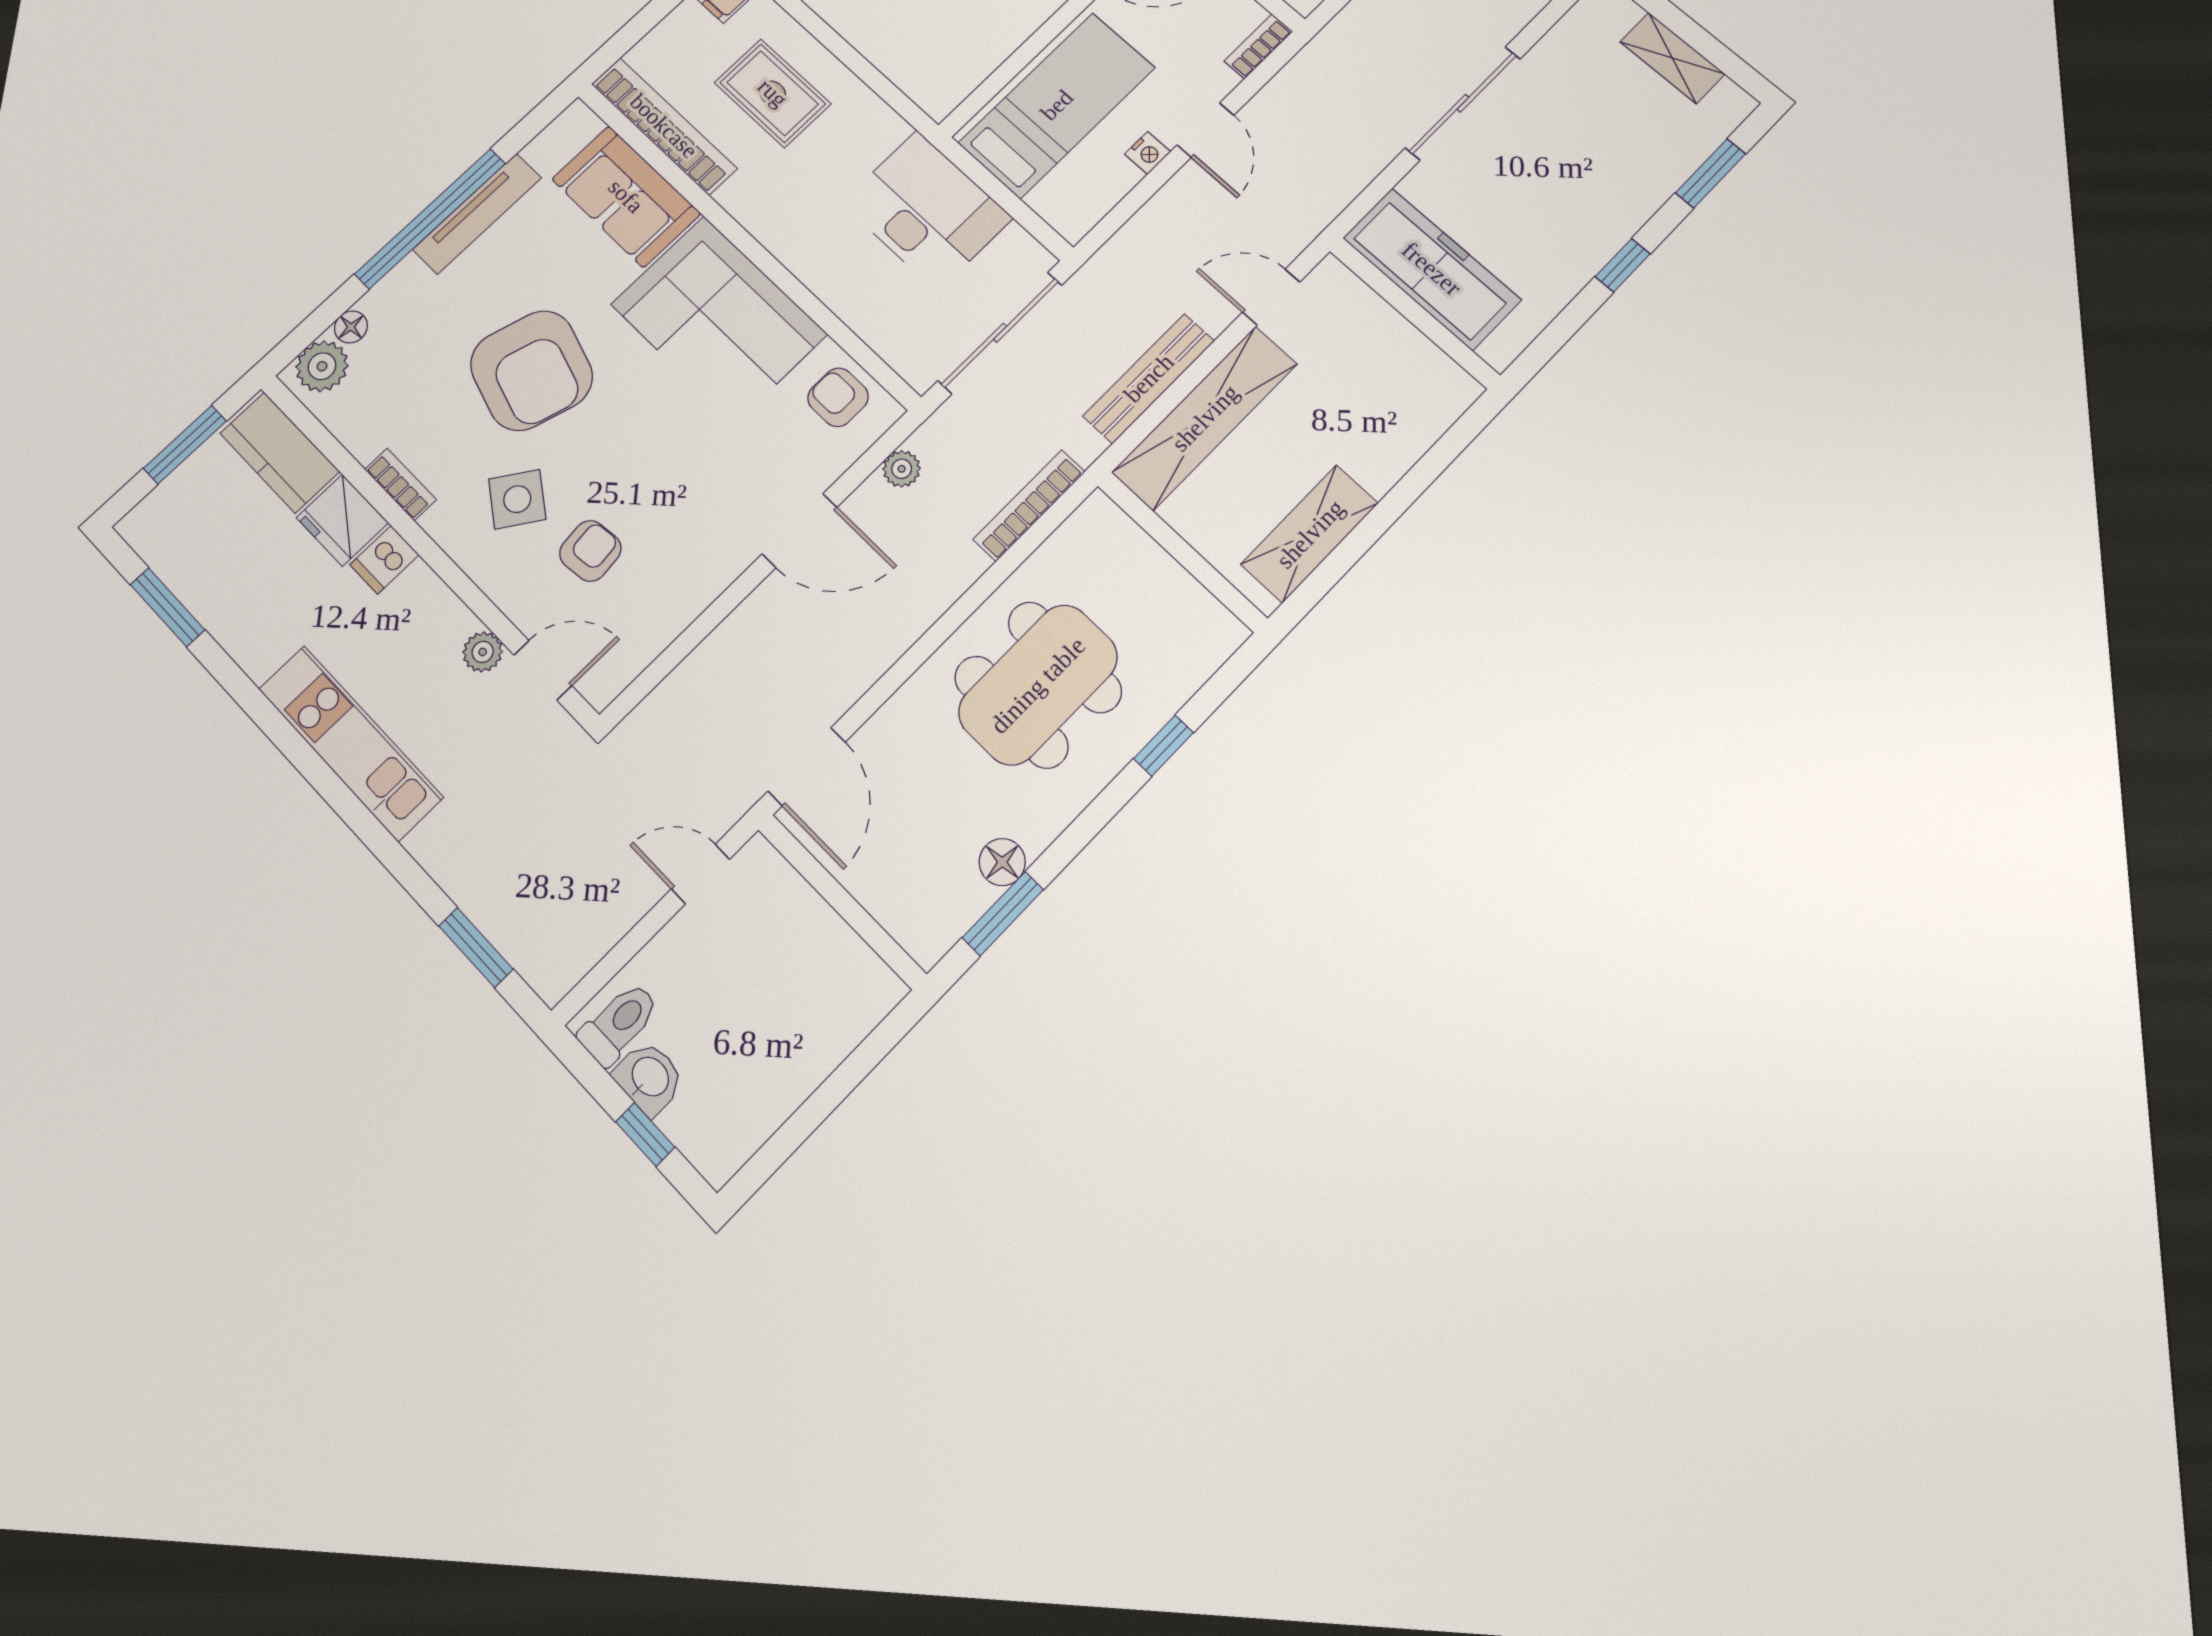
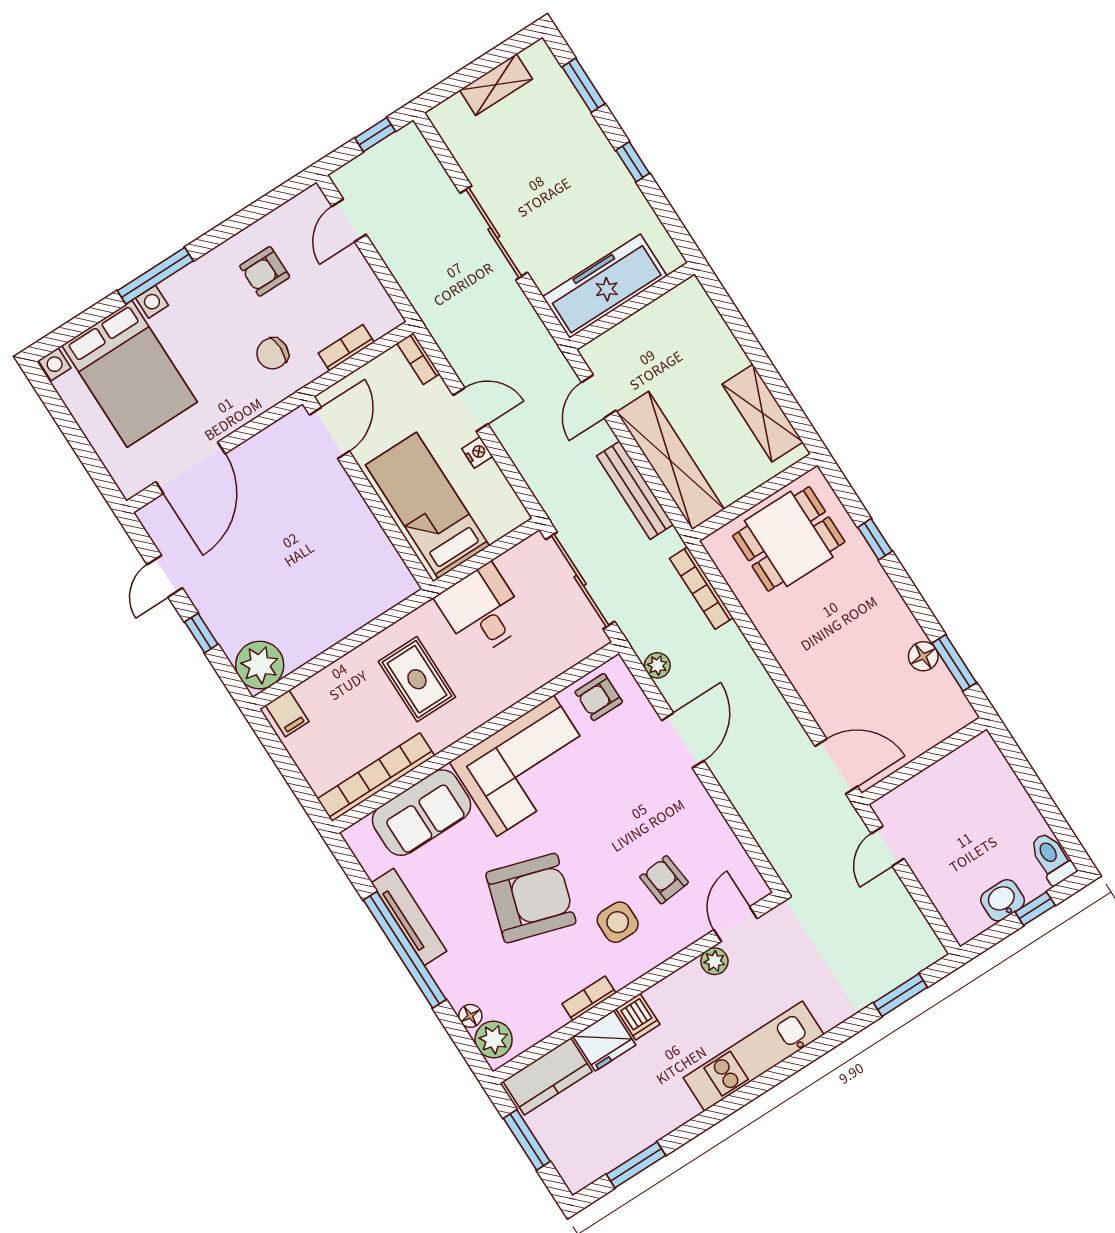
rug: (773, 93) -> (417, 679), moved, turned 90
desk: (927, 210) -> (482, 610), width x0.73
side table: (517, 499) -> (618, 922), turned -35
dining table: (1038, 685) -> (789, 539), moved, width x0.73
toilet: (619, 1023) -> (1052, 858), moved

